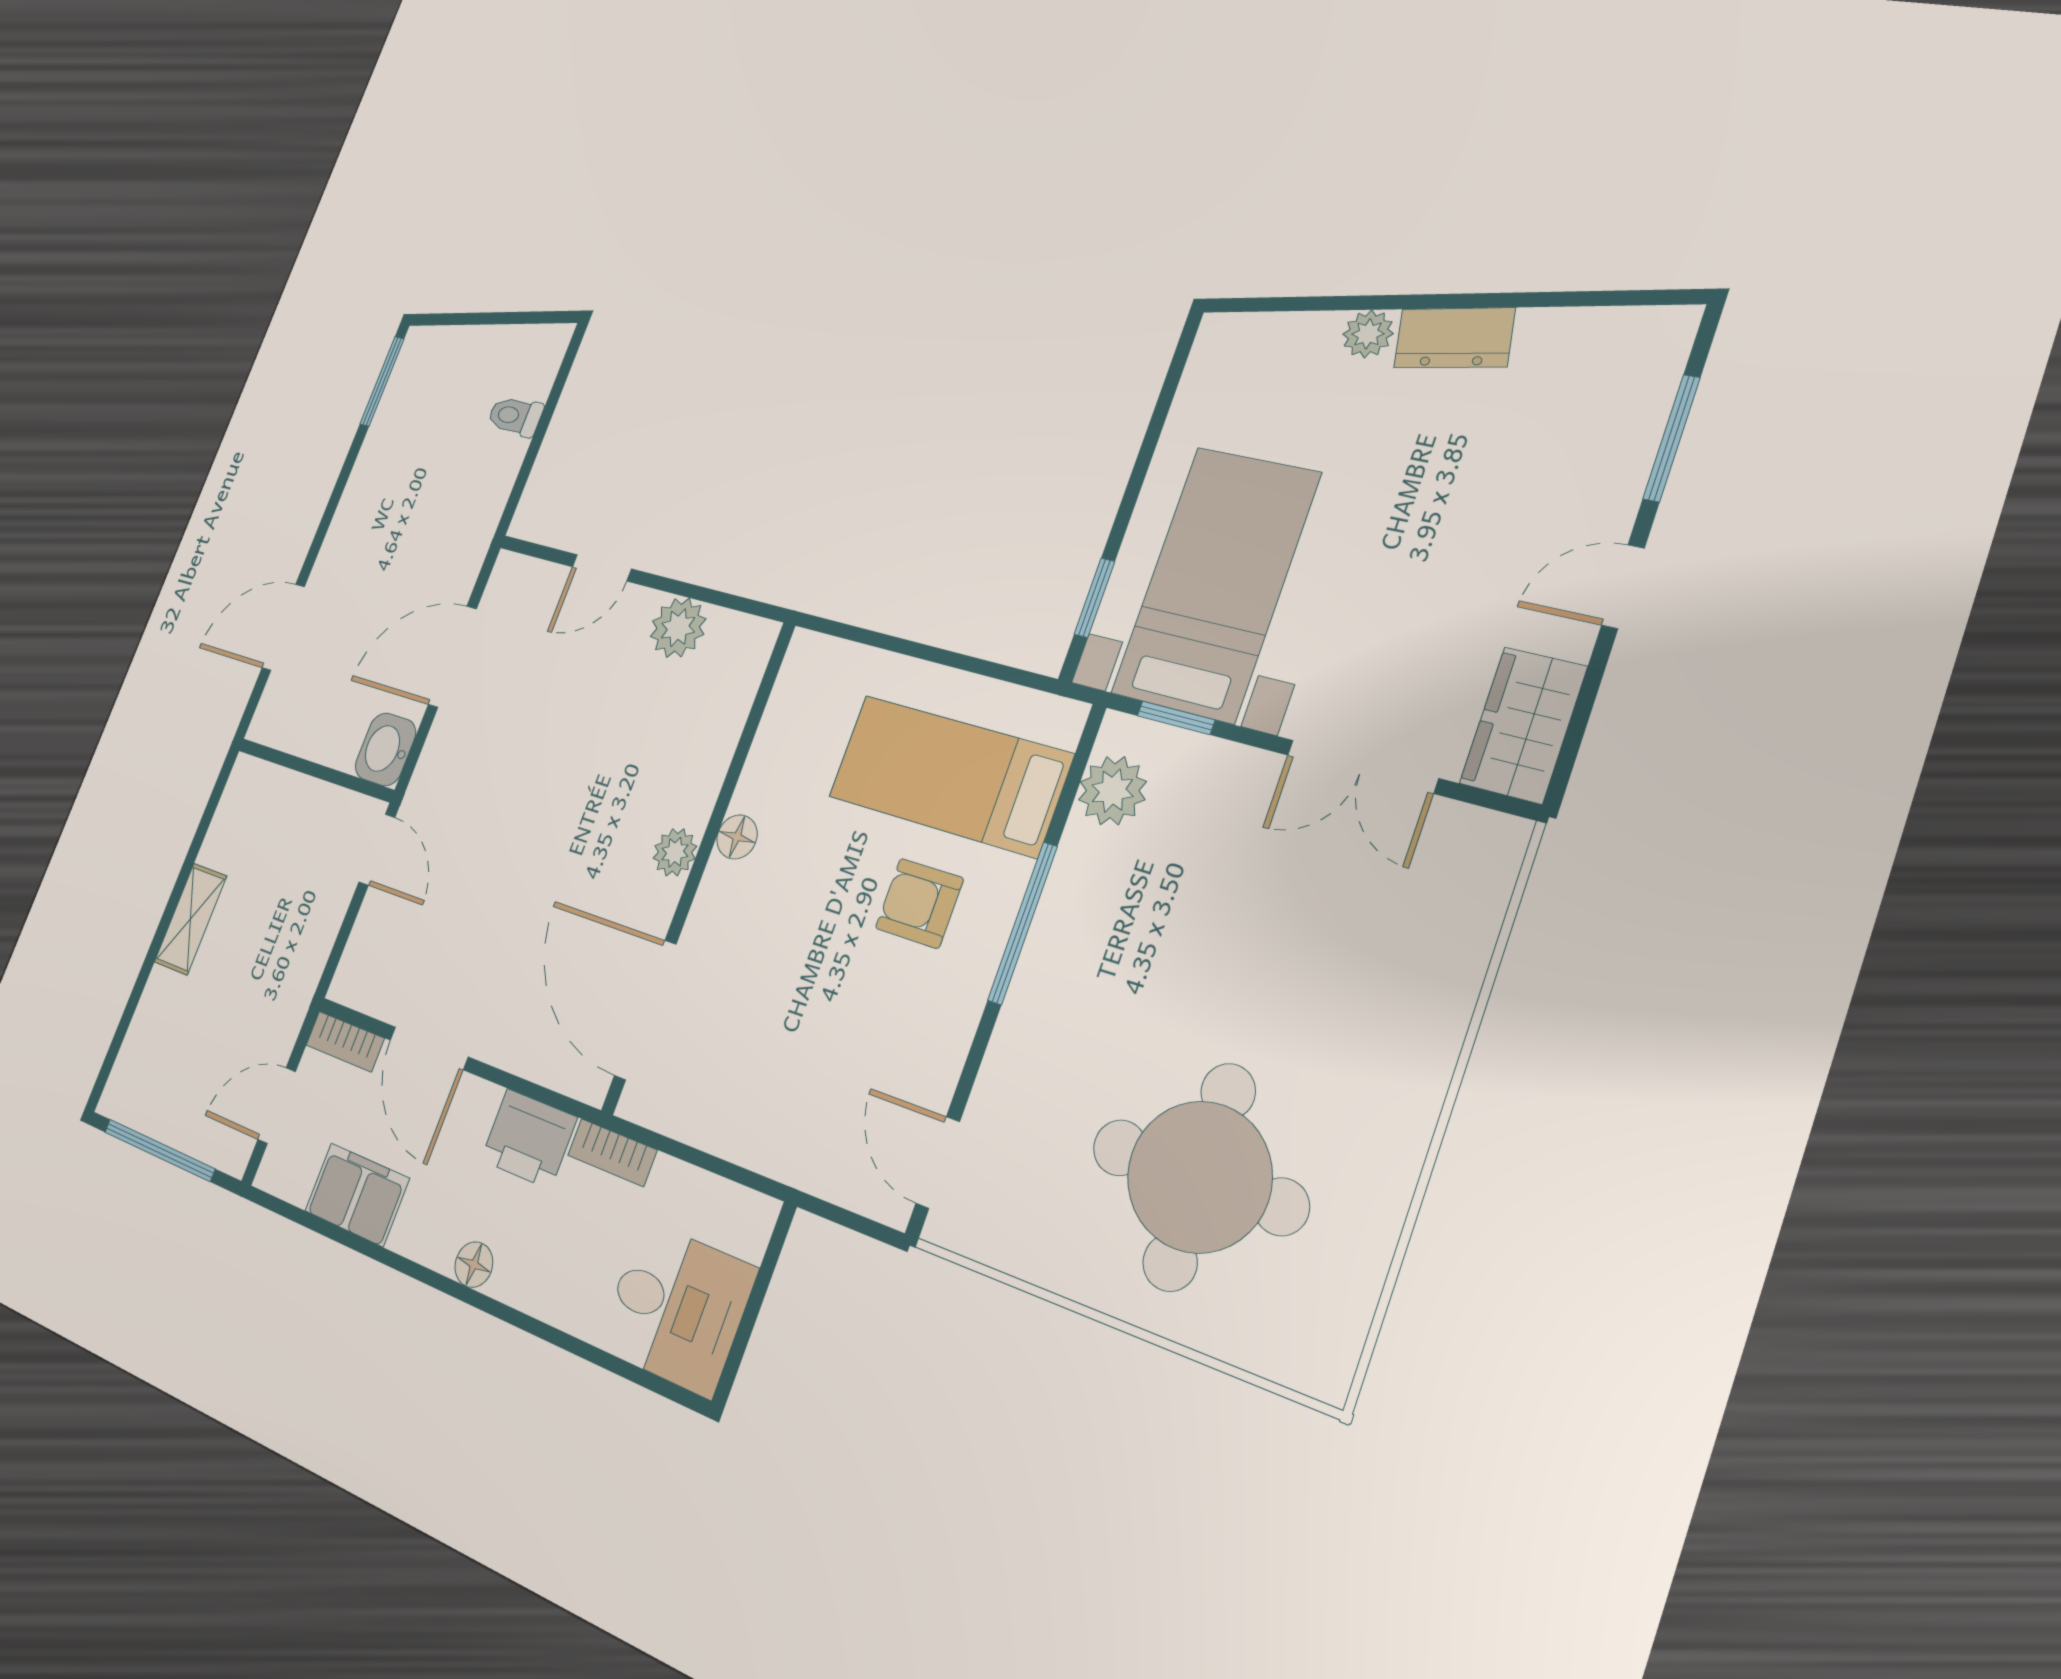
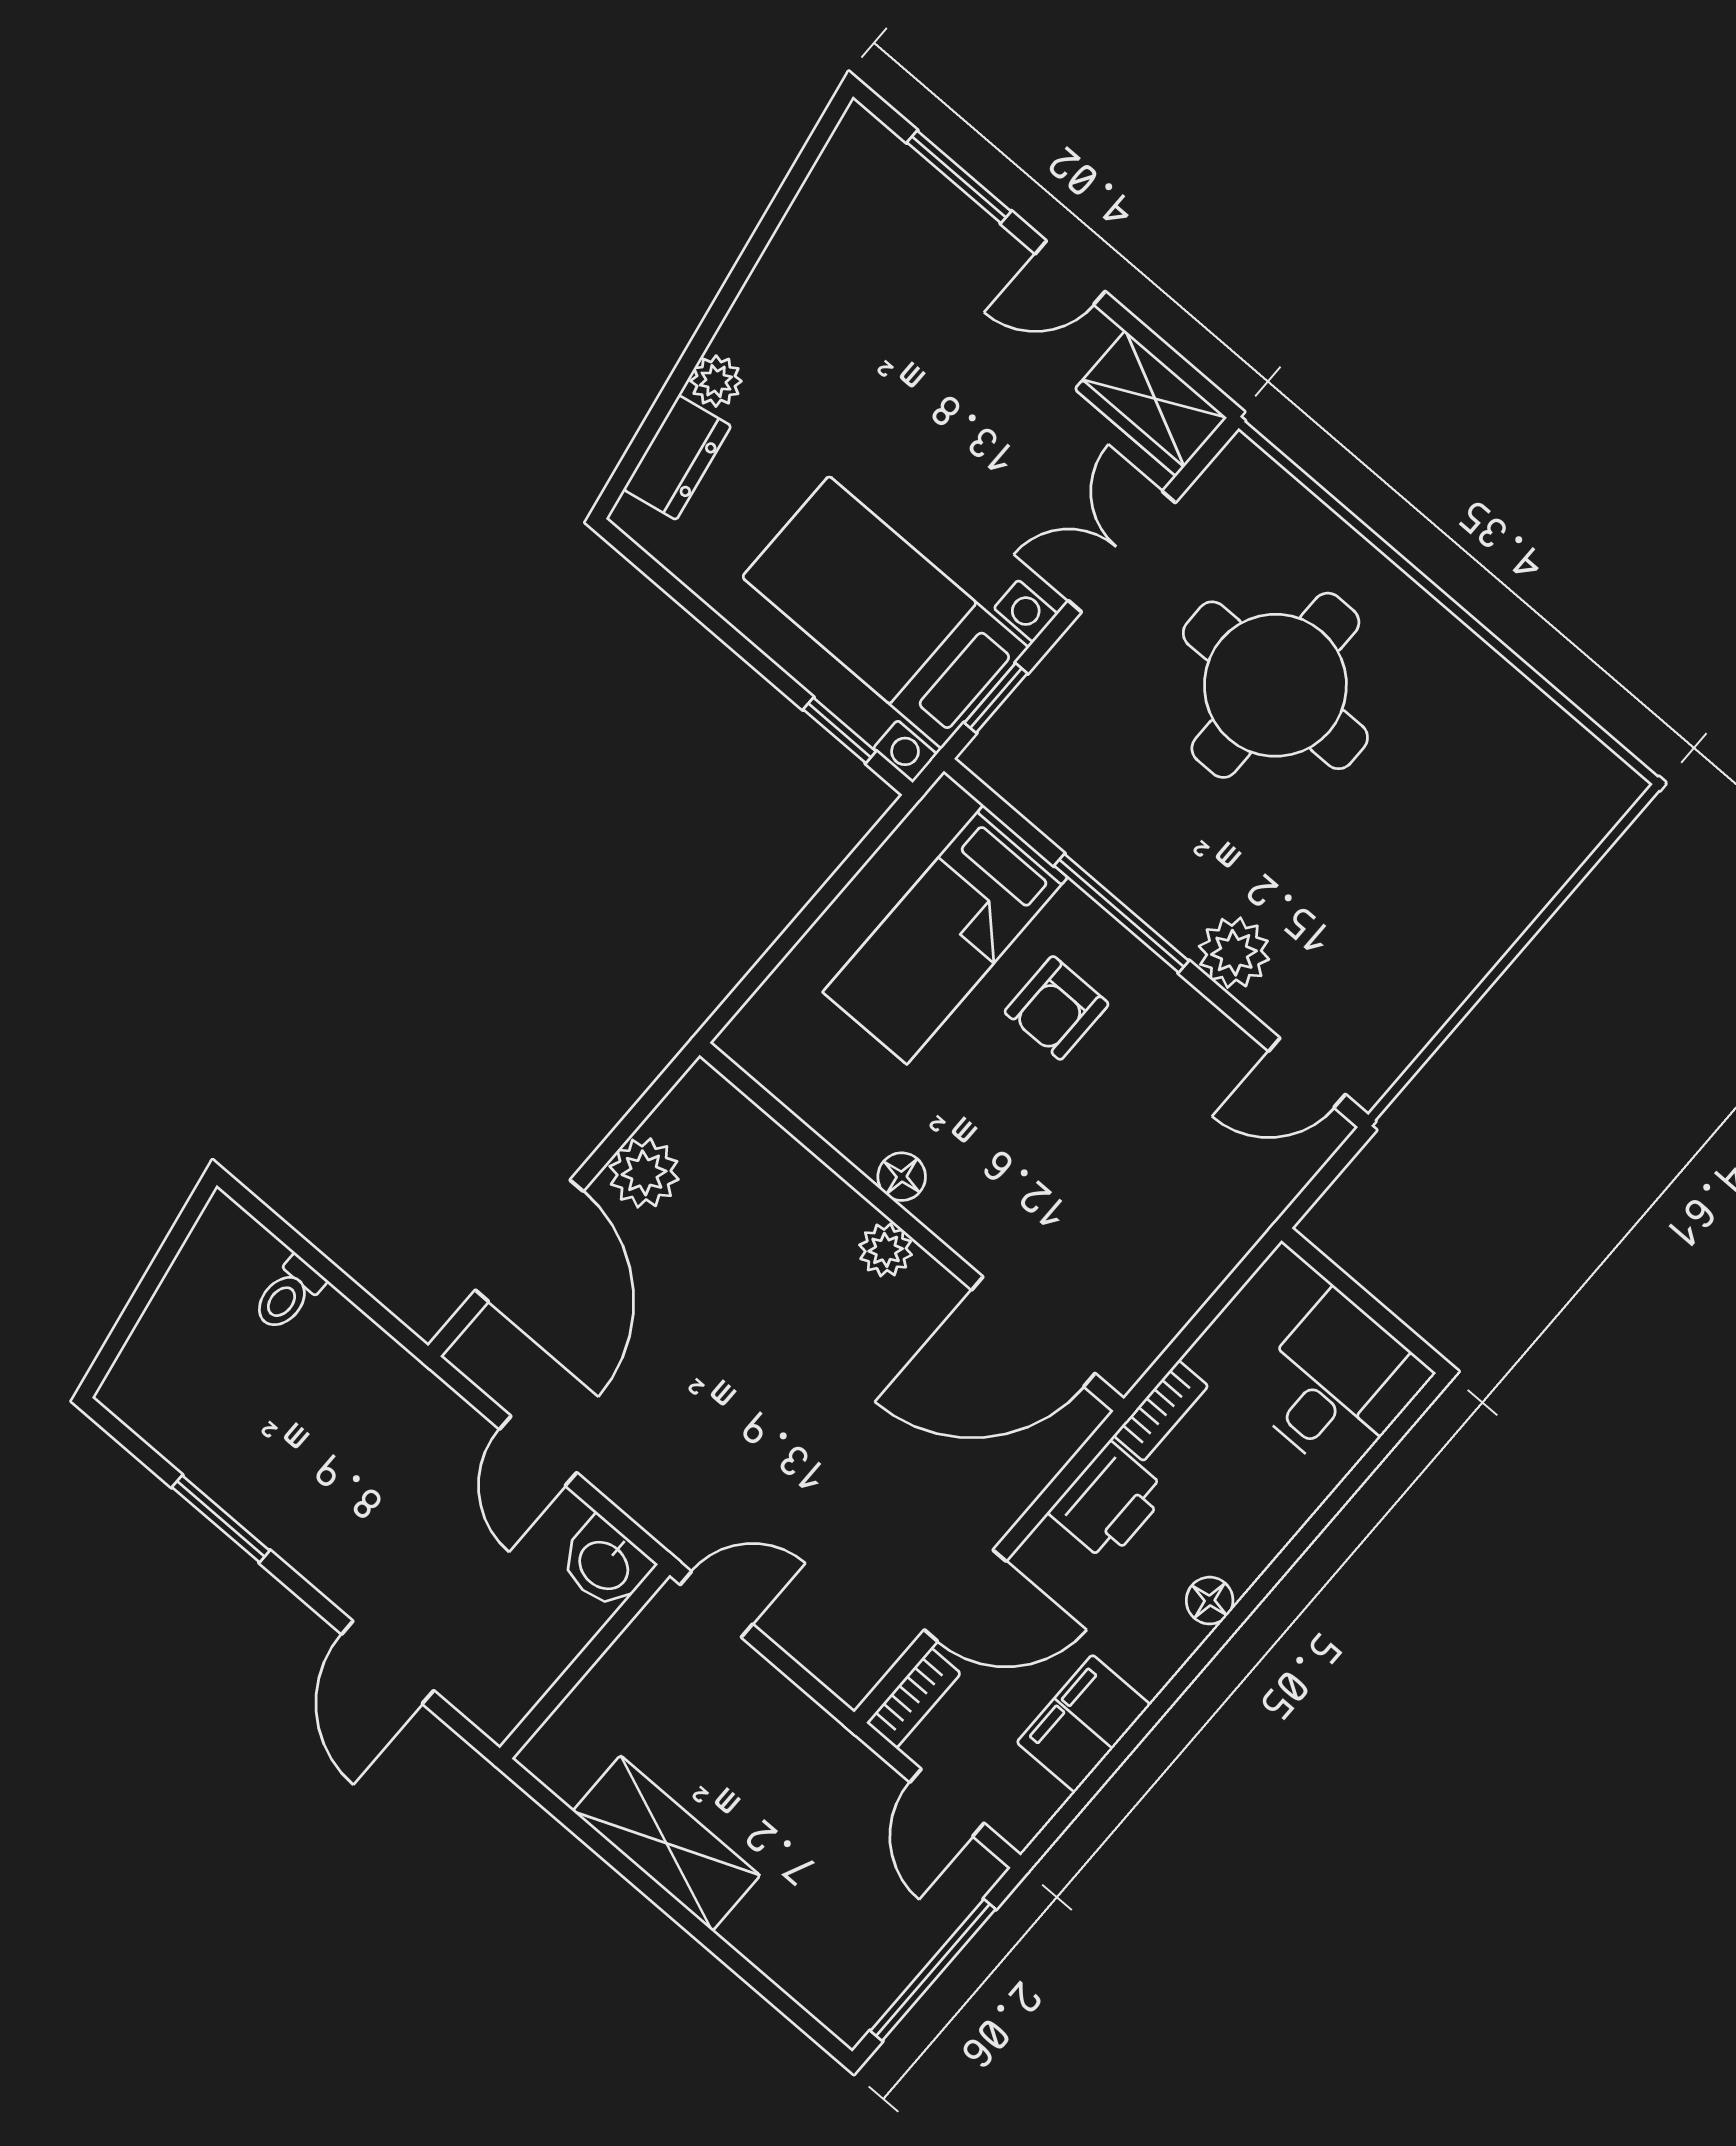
dresser: (1454, 338) -> (677, 458), moved
window: (382, 381) -> (221, 1519), moved
door: (602, 568) -> (529, 1241), width x1.87
door: (1623, 587) -> (1070, 273), hinge flipped
door: (452, 657) -> (538, 1451), width x0.73
double door: (1362, 767) -> (1122, 552), swing flipped
plant: (1112, 791) -> (1234, 953), moved
shelving: (190, 919) -> (666, 1843), width x1.50, depth x1.33
round table: (1199, 1177) -> (1275, 685), moved

